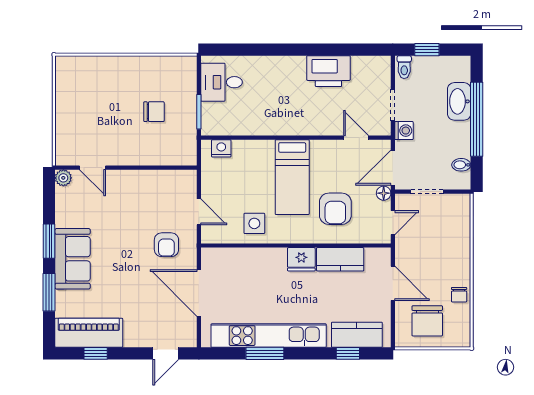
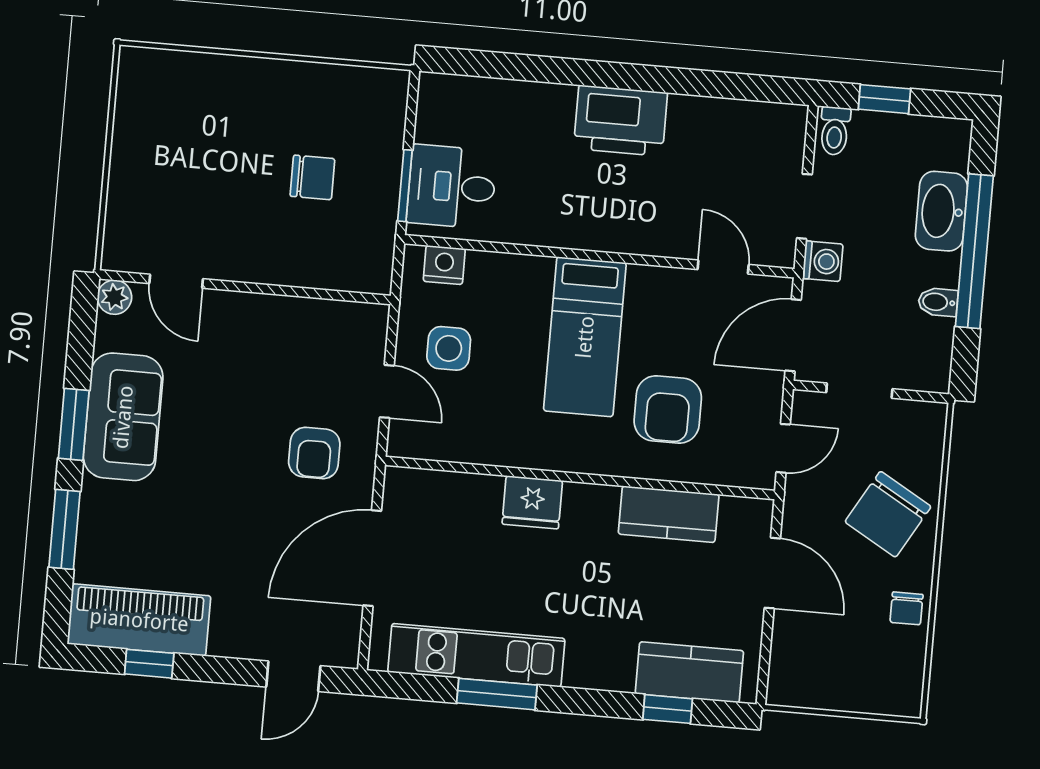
printer: (328, 71) -> (620, 121), moved
desk: (222, 82) -> (452, 187), moved
bidet: (461, 165) -> (938, 302), moved
floor lamp: (384, 193) -> (770, 386), removed
side table: (254, 223) -> (449, 348), moved
sofa: (73, 259) -> (123, 417), moved
fridge: (301, 259) -> (532, 502), moved
door: (199, 293) -> (372, 558), hinge flipped
chair: (427, 321) -> (888, 514), moved, turned 30
kitchen unit: (269, 336) -> (476, 655), width x0.73

